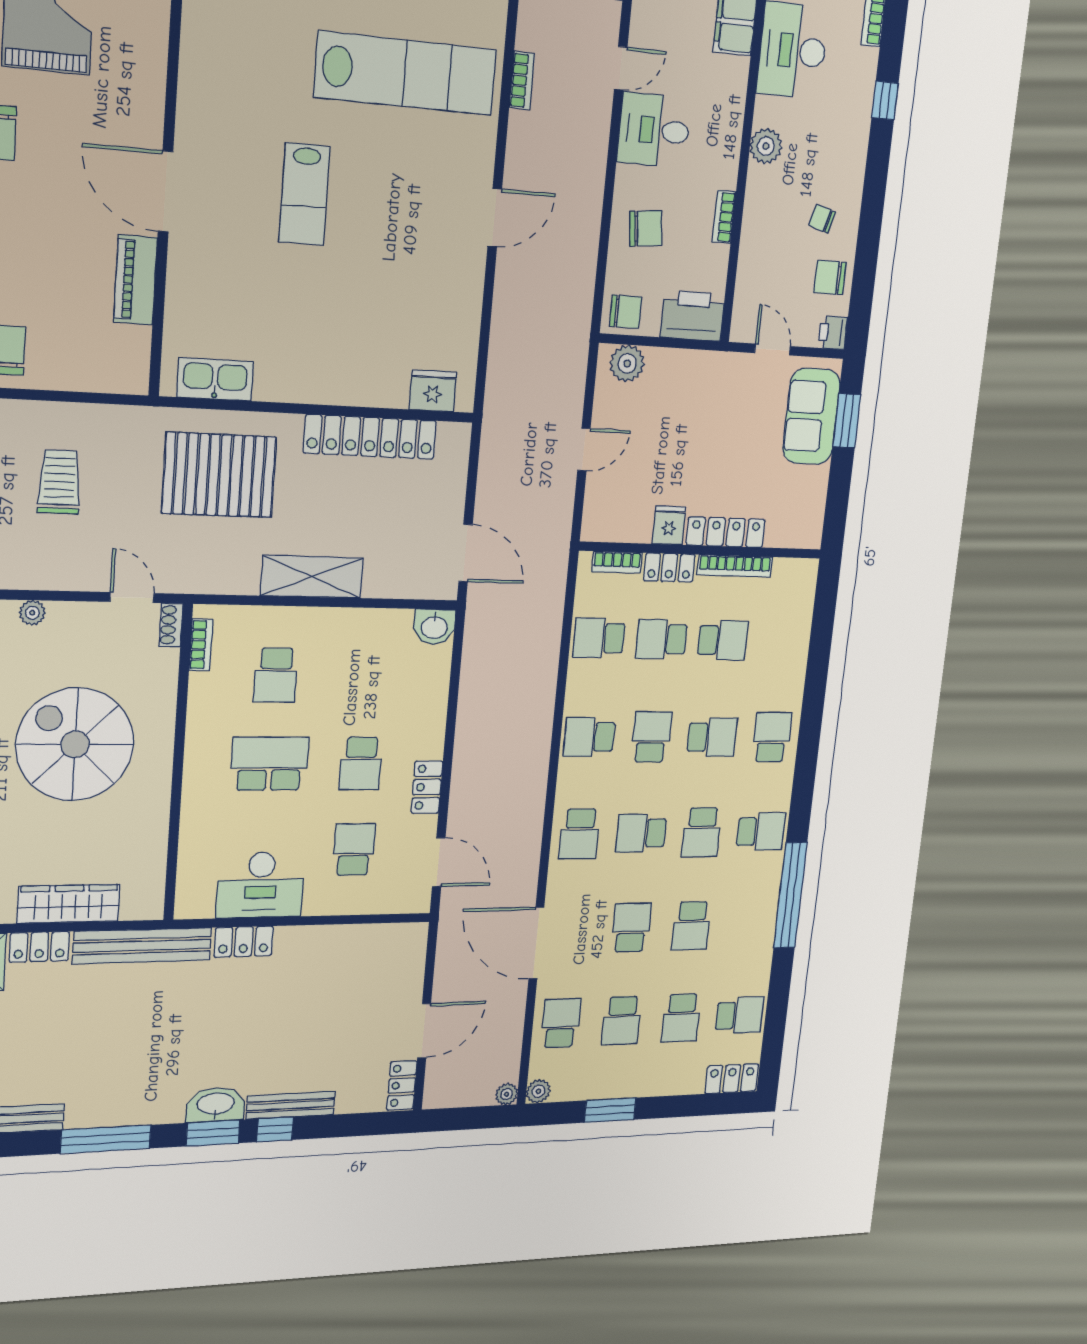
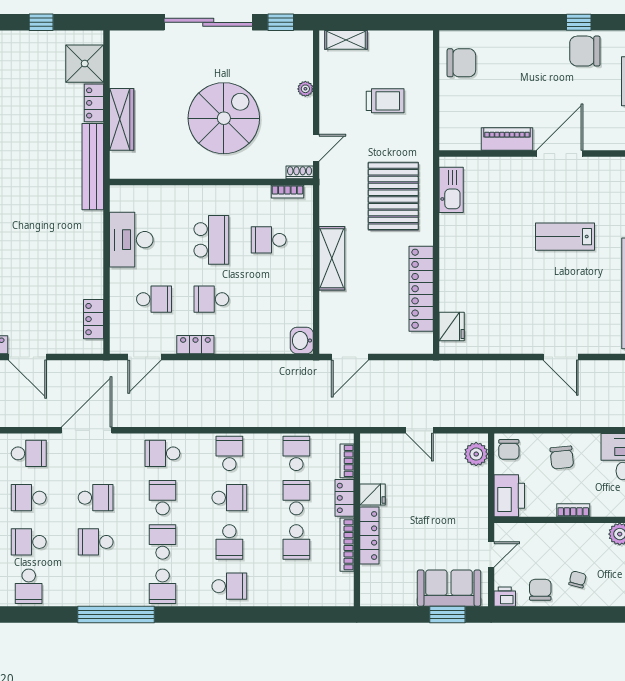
school desk: (702, 832) -> (163, 542), turned 90
locker: (244, 942) -> (94, 319), moved

